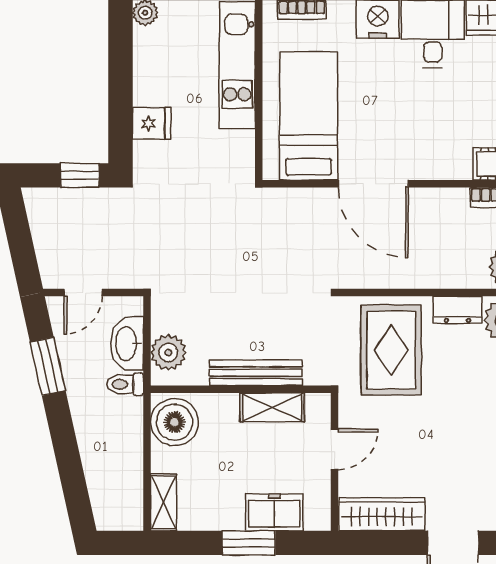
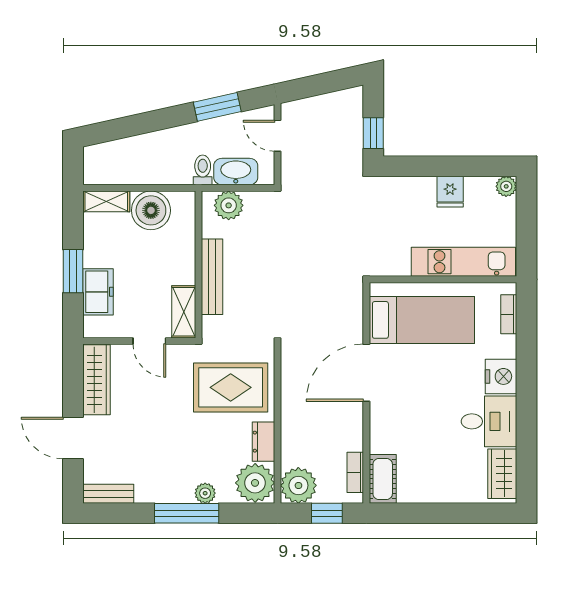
fridge: (151, 123) -> (450, 192), moved
shelving: (272, 407) -> (184, 312), moved
boiler: (174, 422) -> (151, 210), moved

